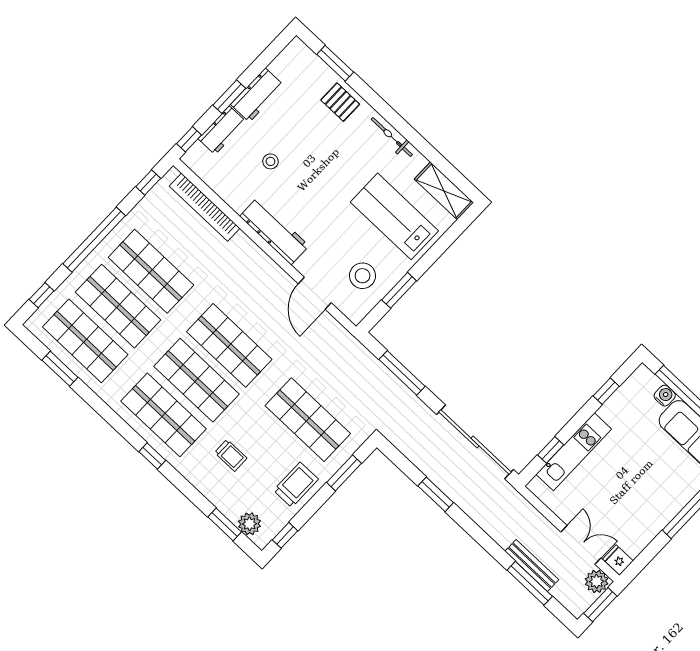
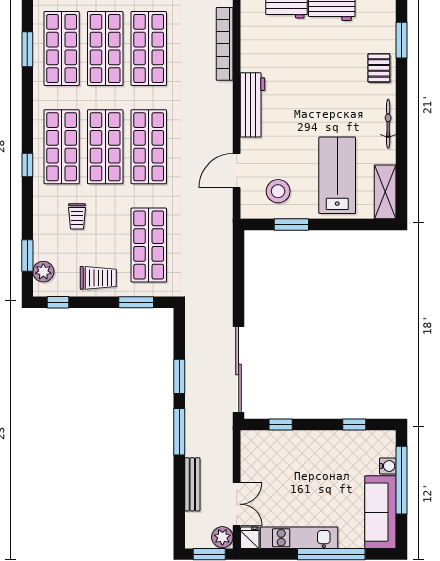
stool: (270, 161) -> (296, 59), removed
window: (402, 373) -> (239, 278), removed
kitchen unit: (574, 452) -> (299, 538), moved, turned 180
window: (530, 583) -> (179, 432), moved

